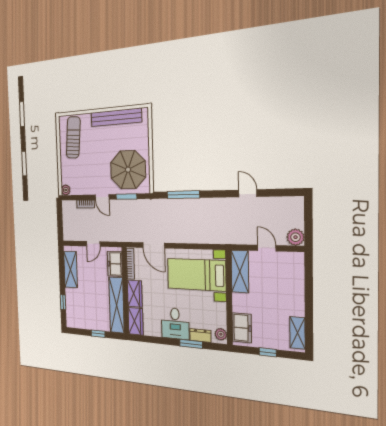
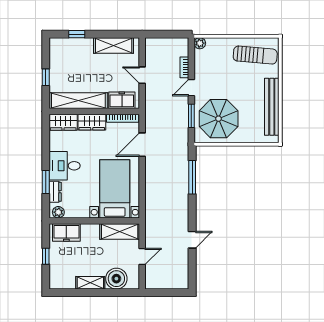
plant: (296, 237) -> (152, 282), removed
boiler: (292, 277) -> (116, 279), added
shelving: (297, 333) -> (90, 283), moved

